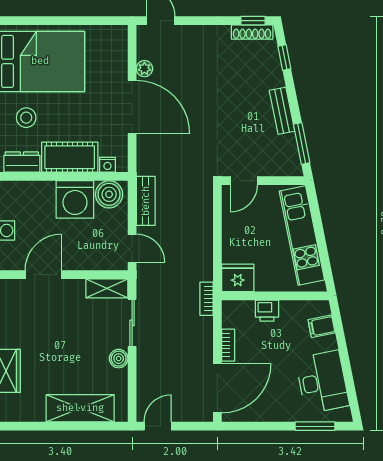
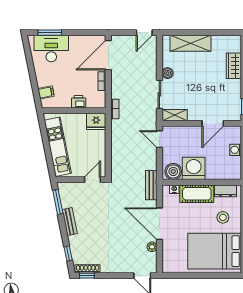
bench: (146, 201) -> (151, 185), moved
desk: (322, 382) -> (51, 49), moved, turned 101

